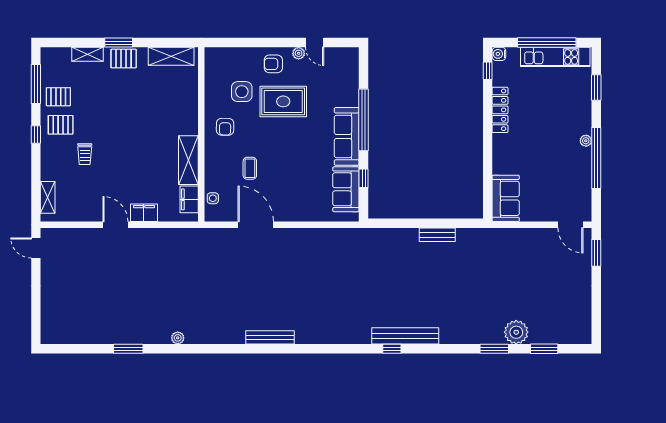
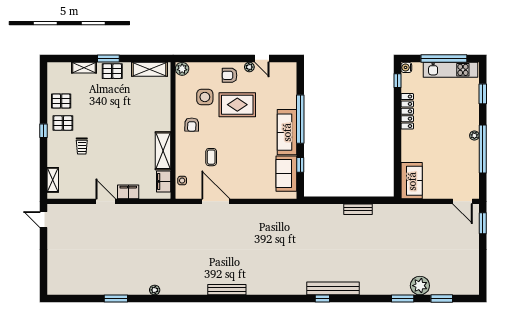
plant: (213, 56) -> (182, 69), added
window: (36, 84) -> (43, 91), removed

